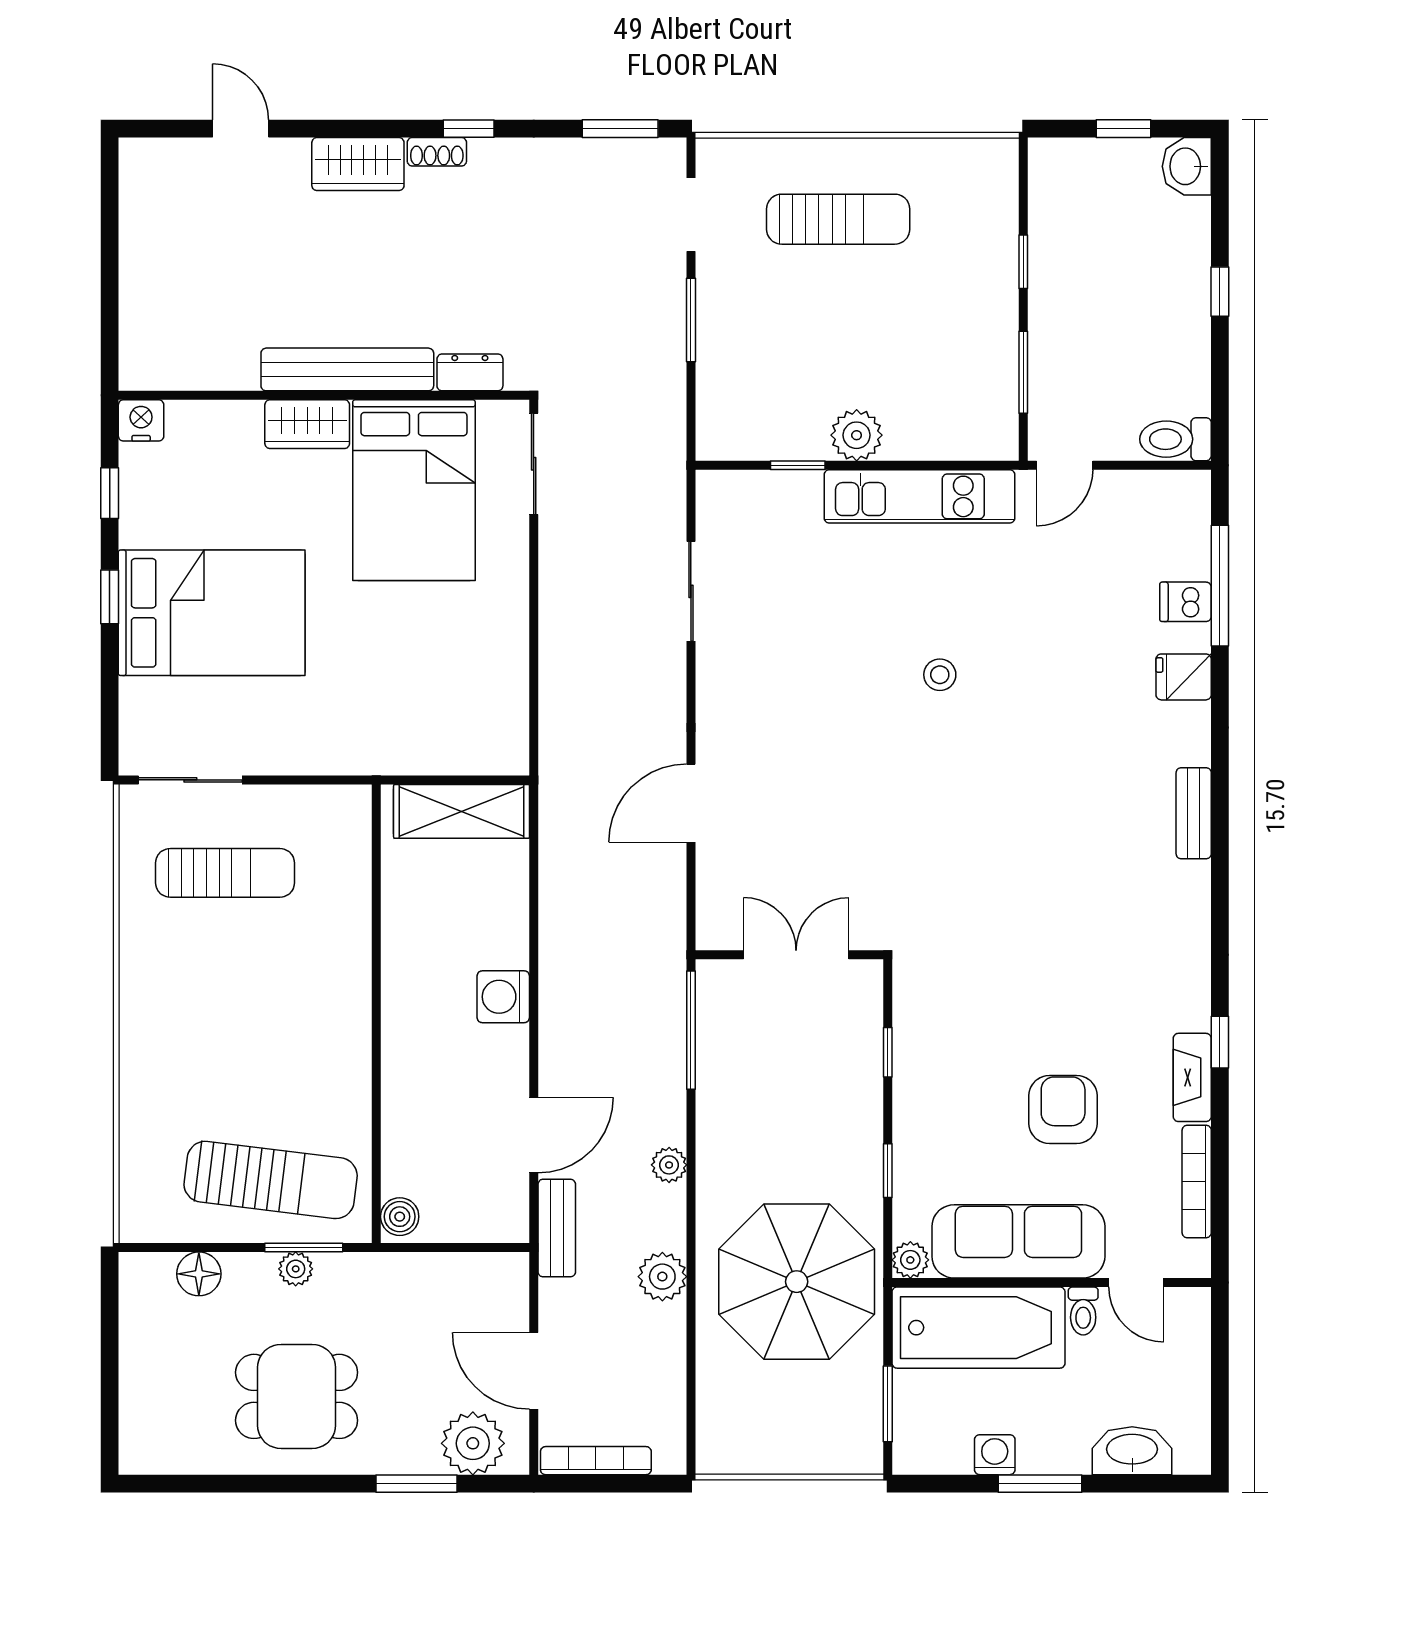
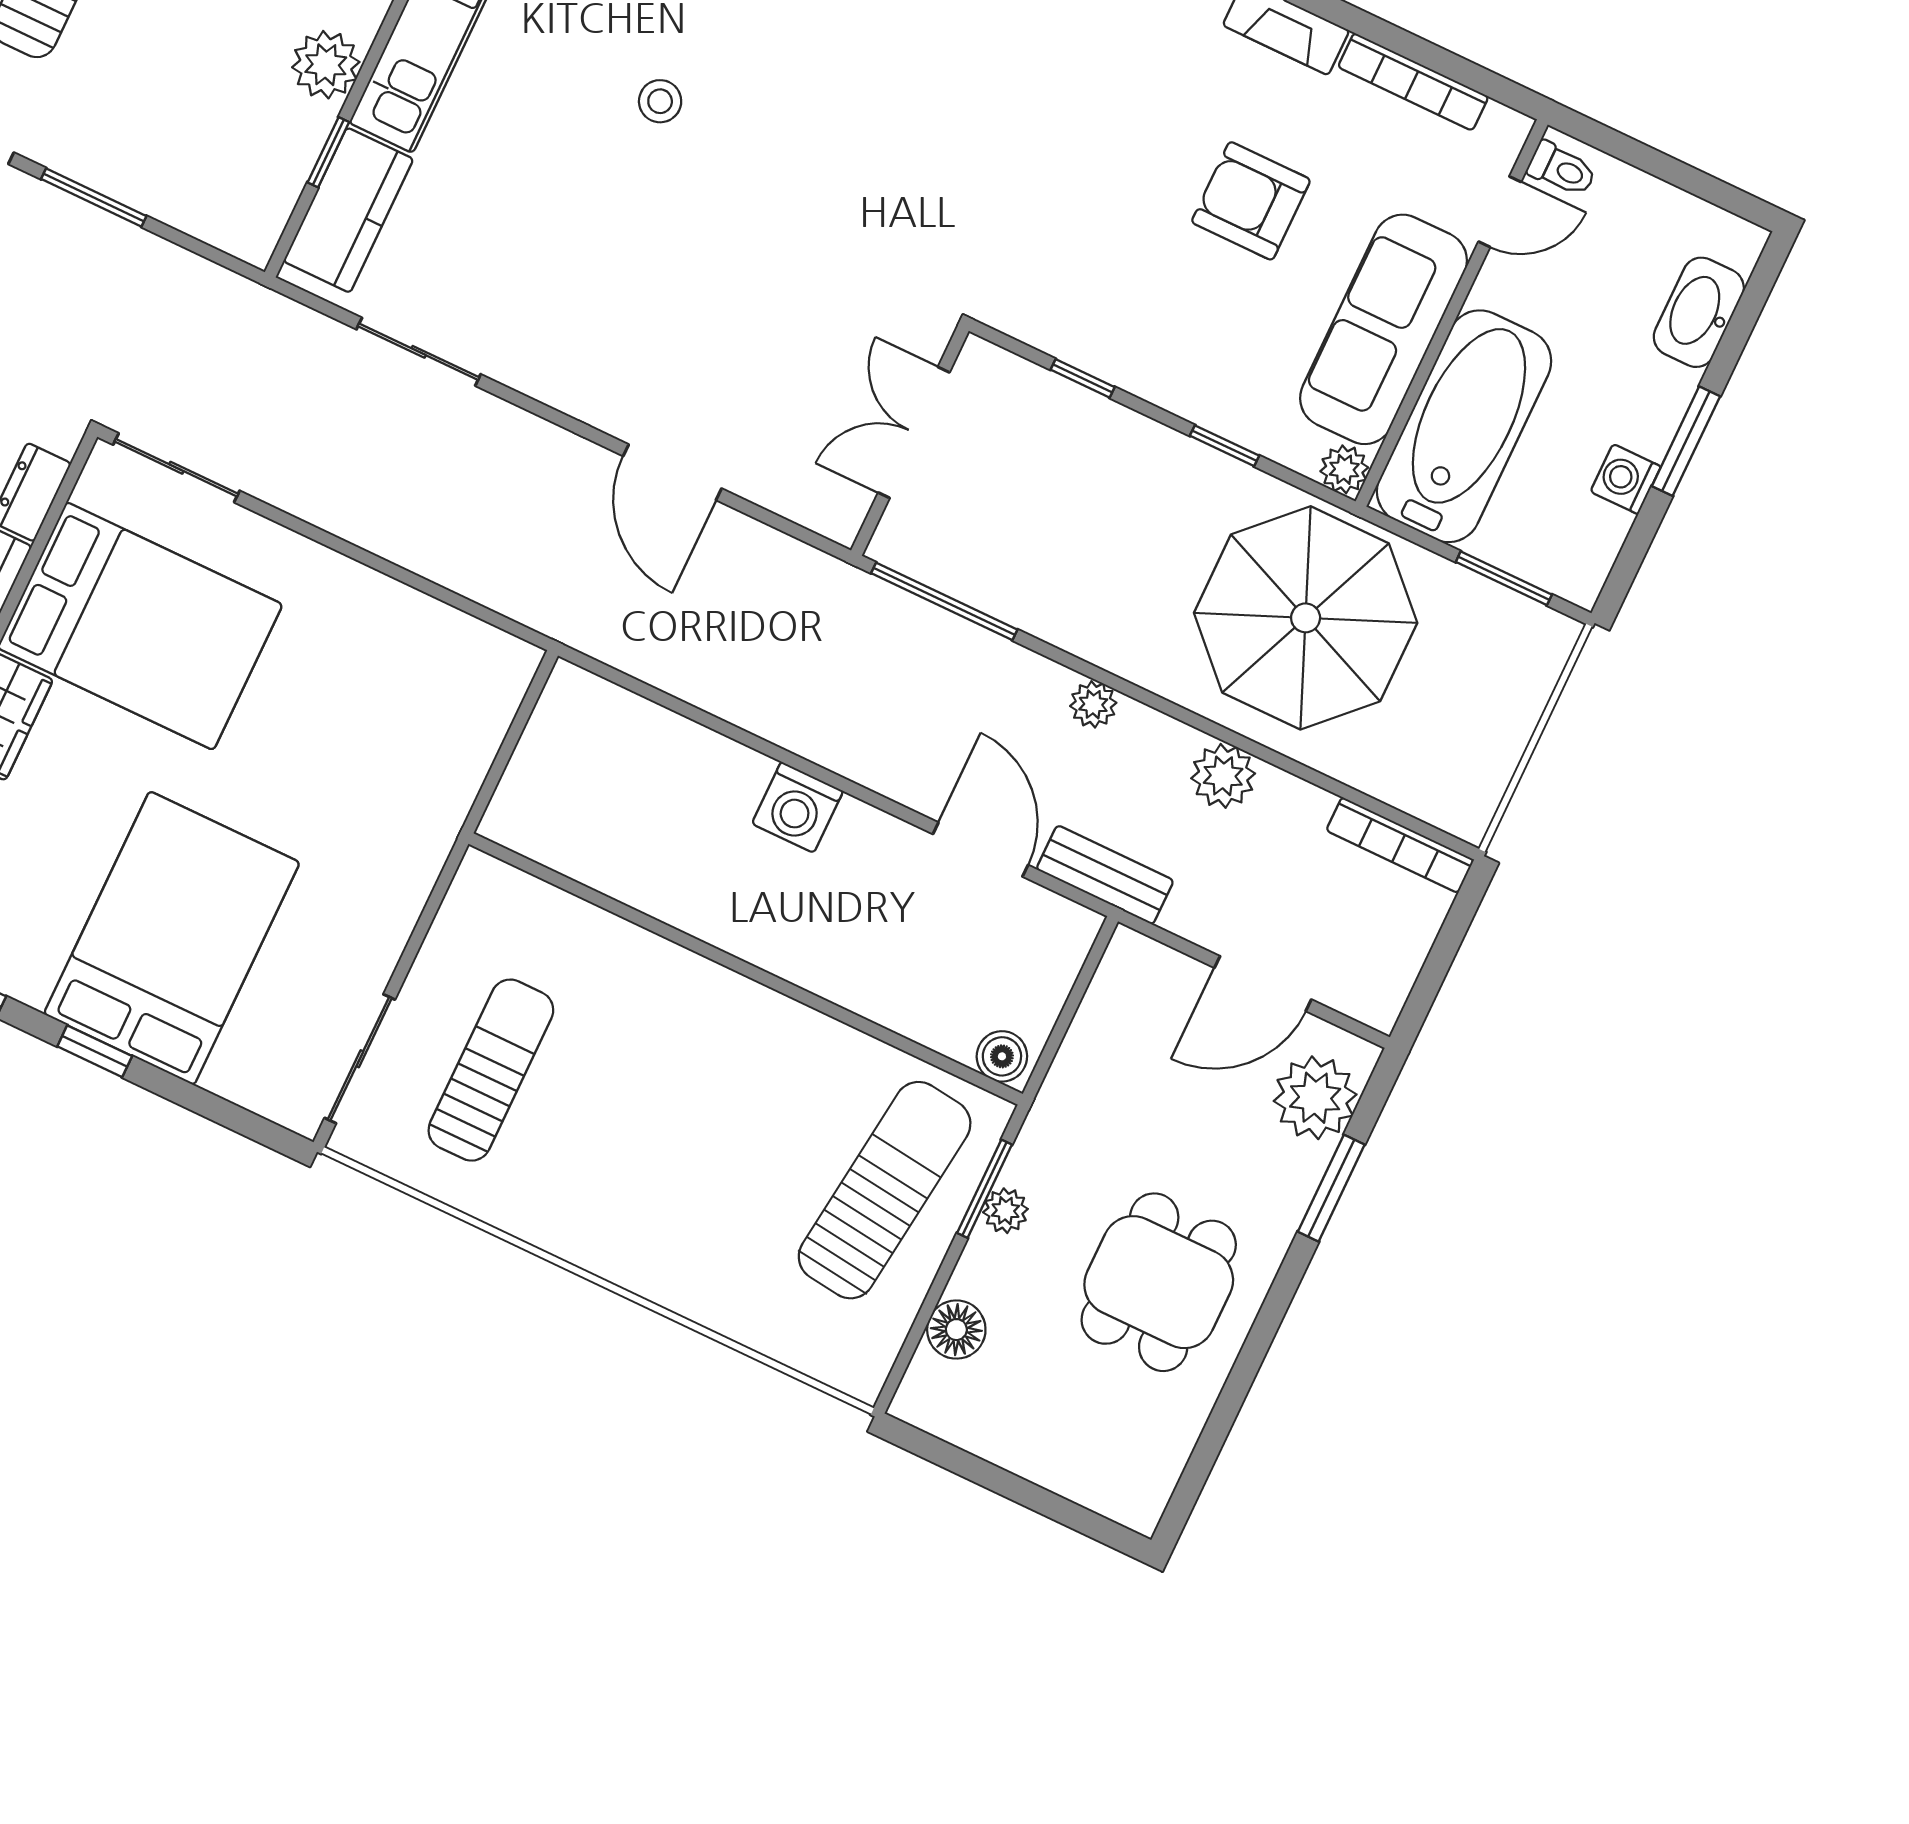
kitchen counter: (765, 498) -> (348, 210), added
shelving: (462, 811) -> (552, 752), removed
toilet: (1083, 1311) -> (1562, 169), moved
bookcase: (596, 1461) -> (1400, 845), moved, turned -90

